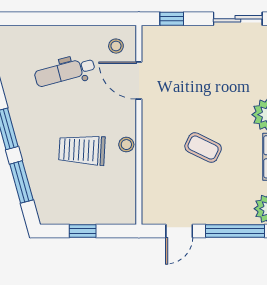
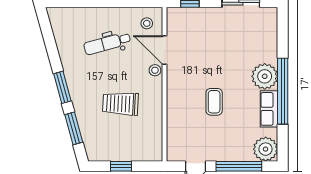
stool: (126, 145) -> (155, 70), moved
coffee table: (203, 148) -> (214, 102), turned 64

